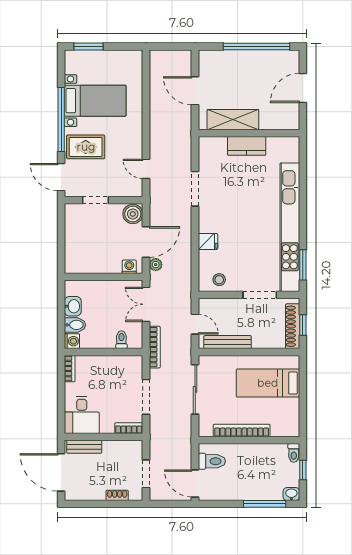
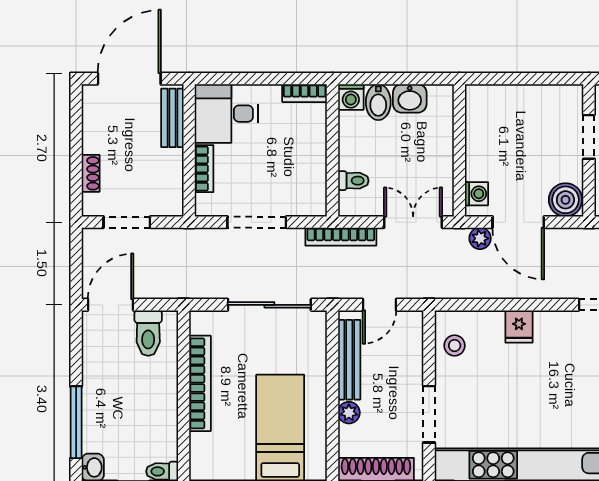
plant: (259, 342) -> (349, 413), added
bookcase: (129, 428) -> (204, 169), moved

